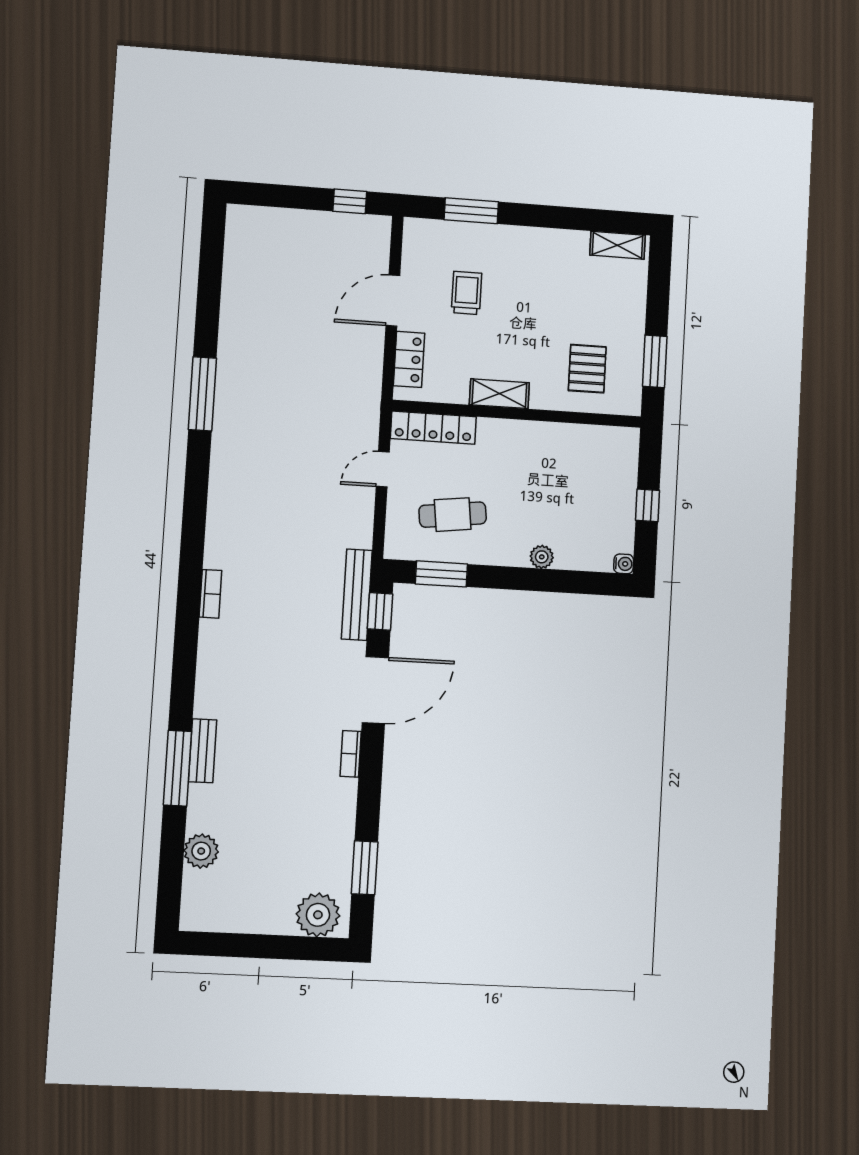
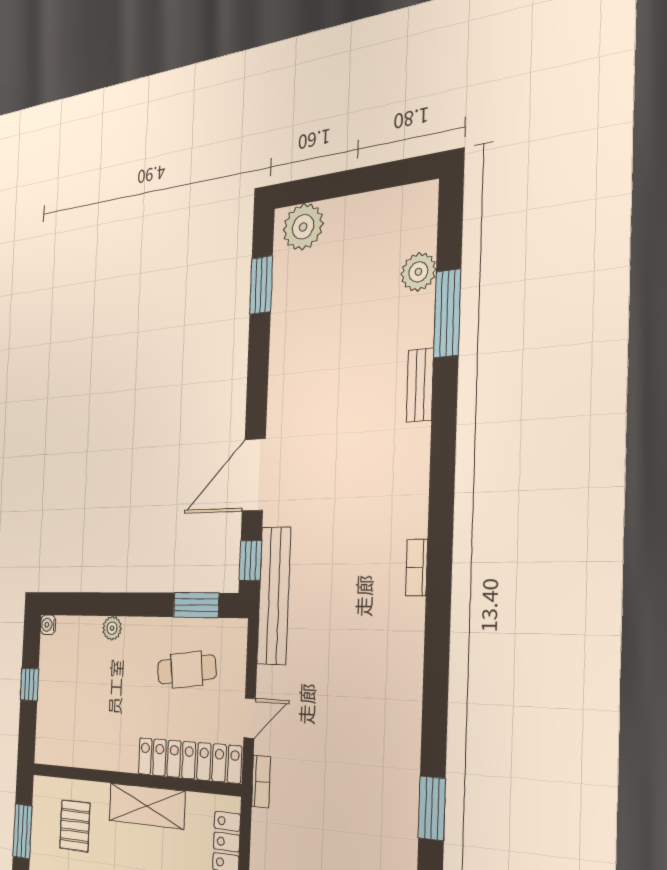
window: (202, 394) -> (432, 808), width x0.69
shelving: (499, 394) -> (147, 806), width x1.50, depth x1.33
locker: (433, 428) -> (189, 760), width x1.41, depth x1.21
bench: (357, 595) -> (274, 596), width x1.37, depth x1.21
bookcase: (351, 754) -> (261, 782), moved
window: (177, 768) -> (447, 313), moved

